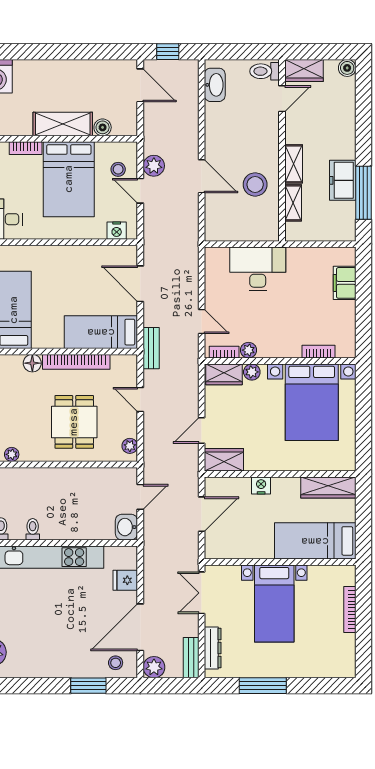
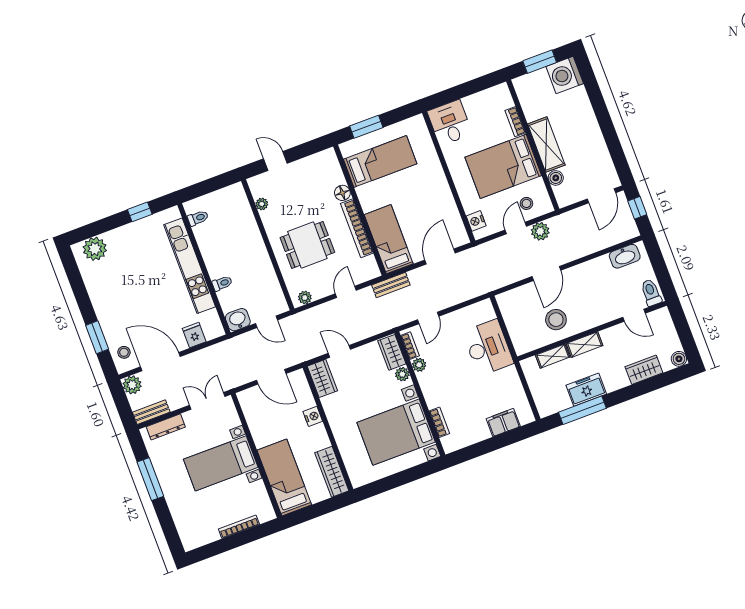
wardrobe: (304, 70) -> (644, 370), moved, turned 90
toilet: (33, 529) -> (222, 283), moved

